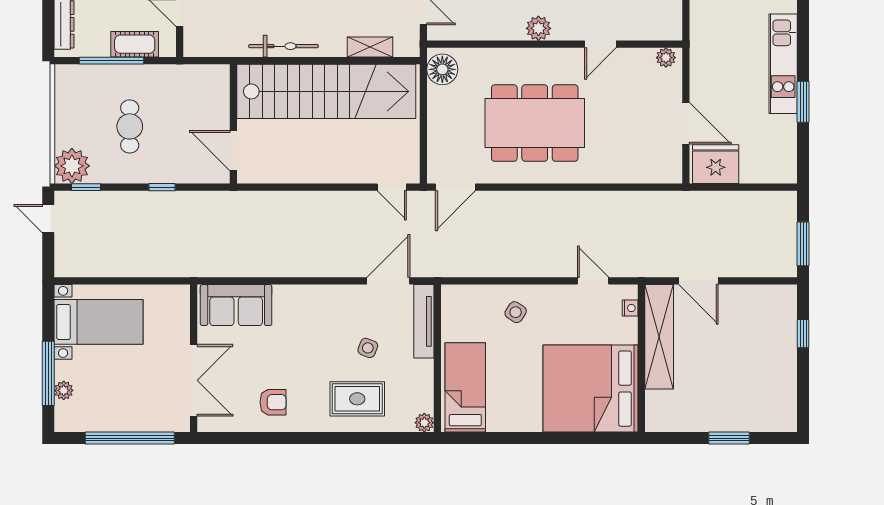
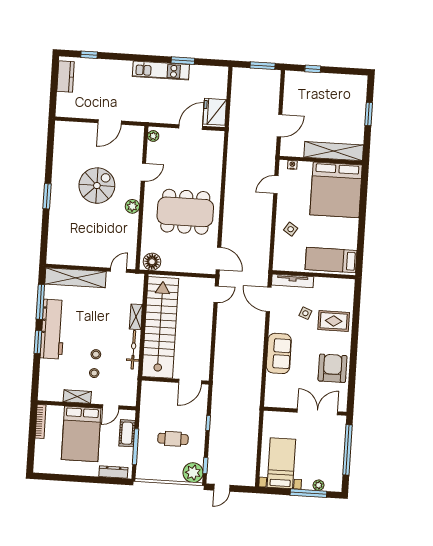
door: (600, 44) -> (143, 172), hinge flipped
shelving: (370, 47) -> (136, 317), moved
dining table: (535, 123) -> (185, 212), turned 90
sofa: (236, 305) -> (279, 353), moved
shelving: (659, 337) -> (334, 151), moved
rug: (357, 399) -> (334, 321), turned 90
armchair: (273, 402) -> (333, 368), width x1.88, depth x1.88
plant: (424, 423) -> (349, 284), removed

